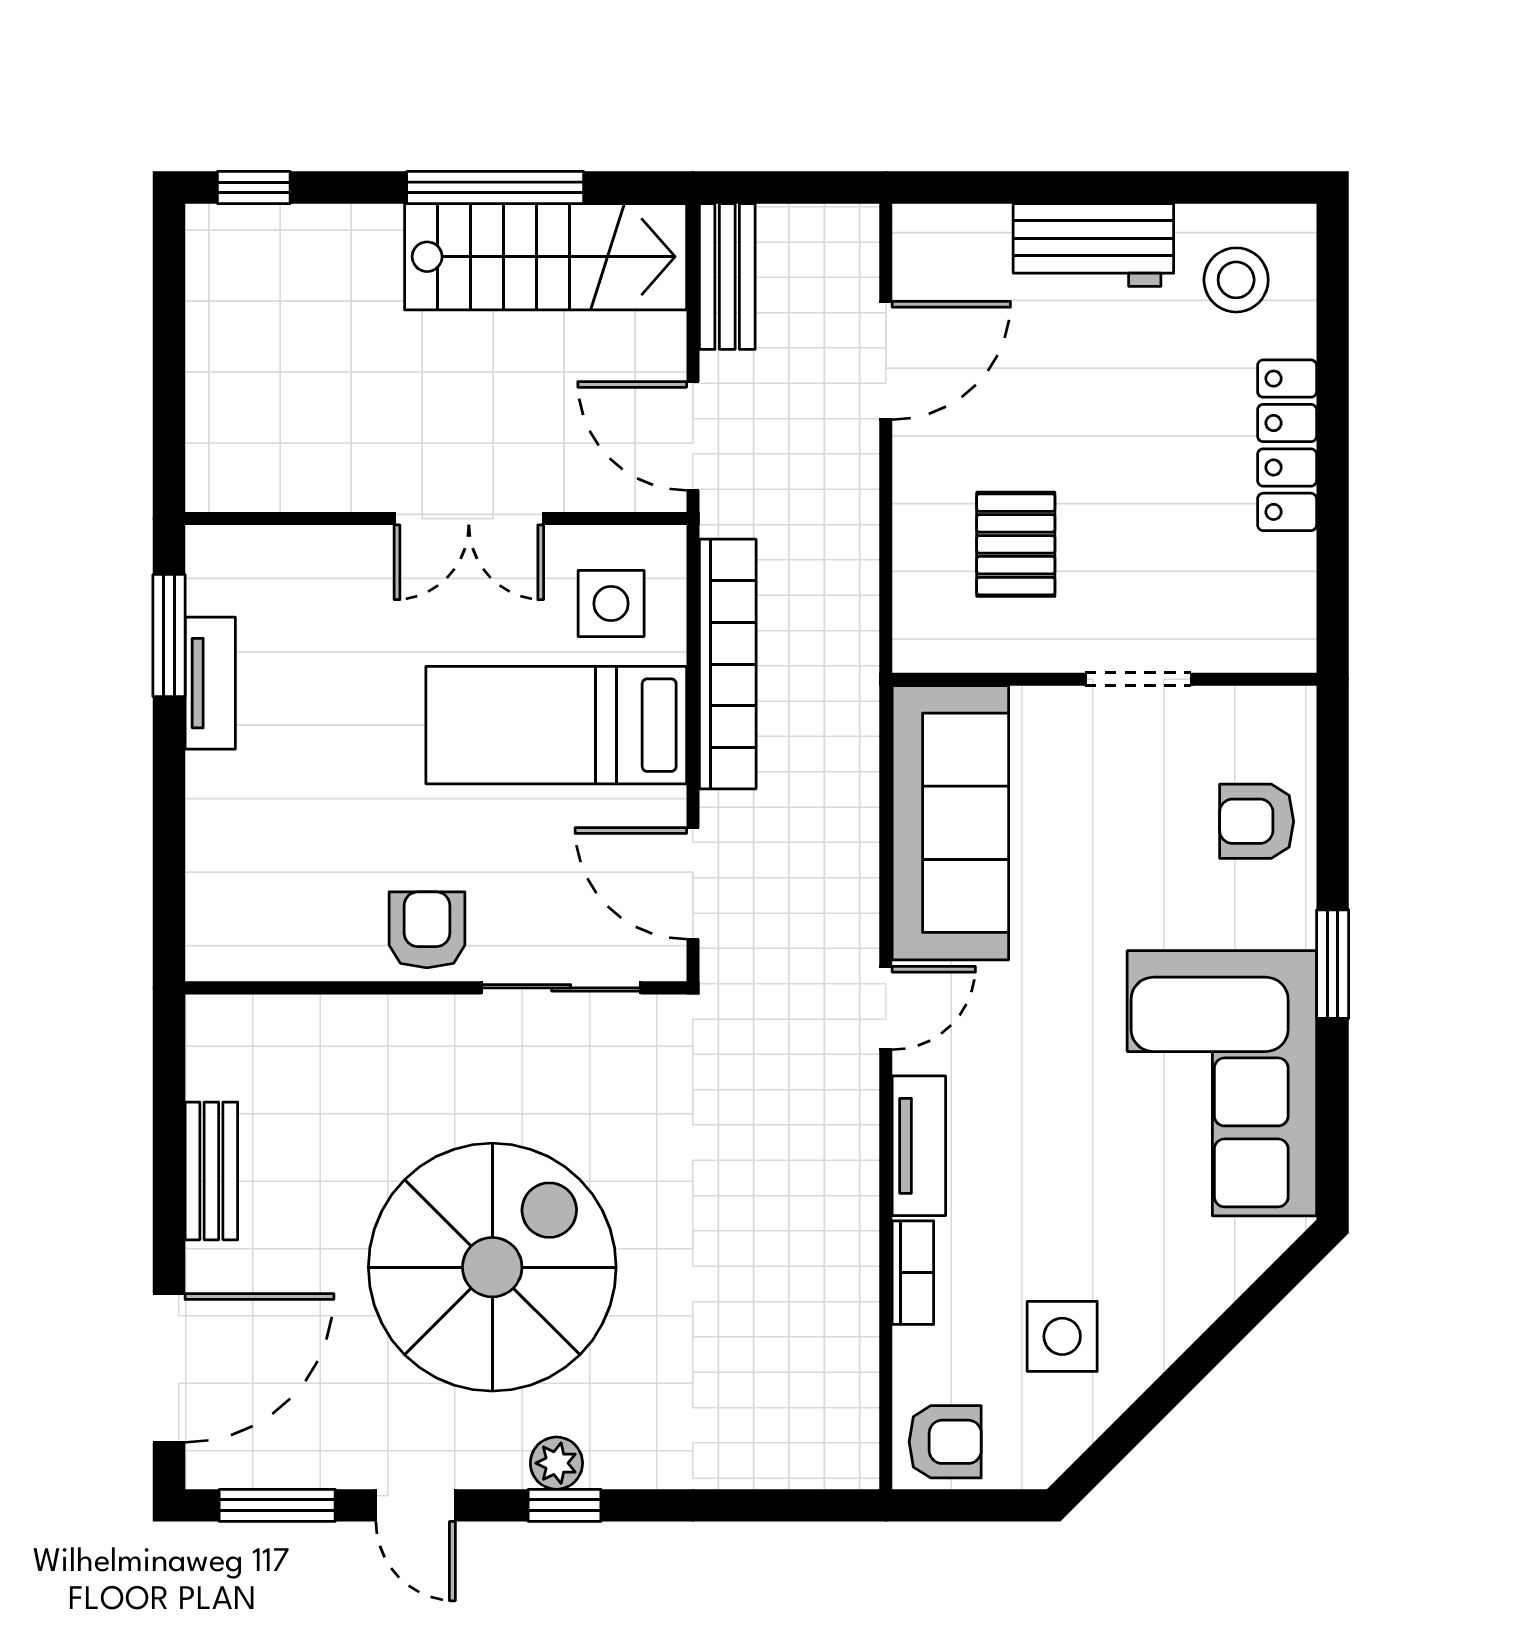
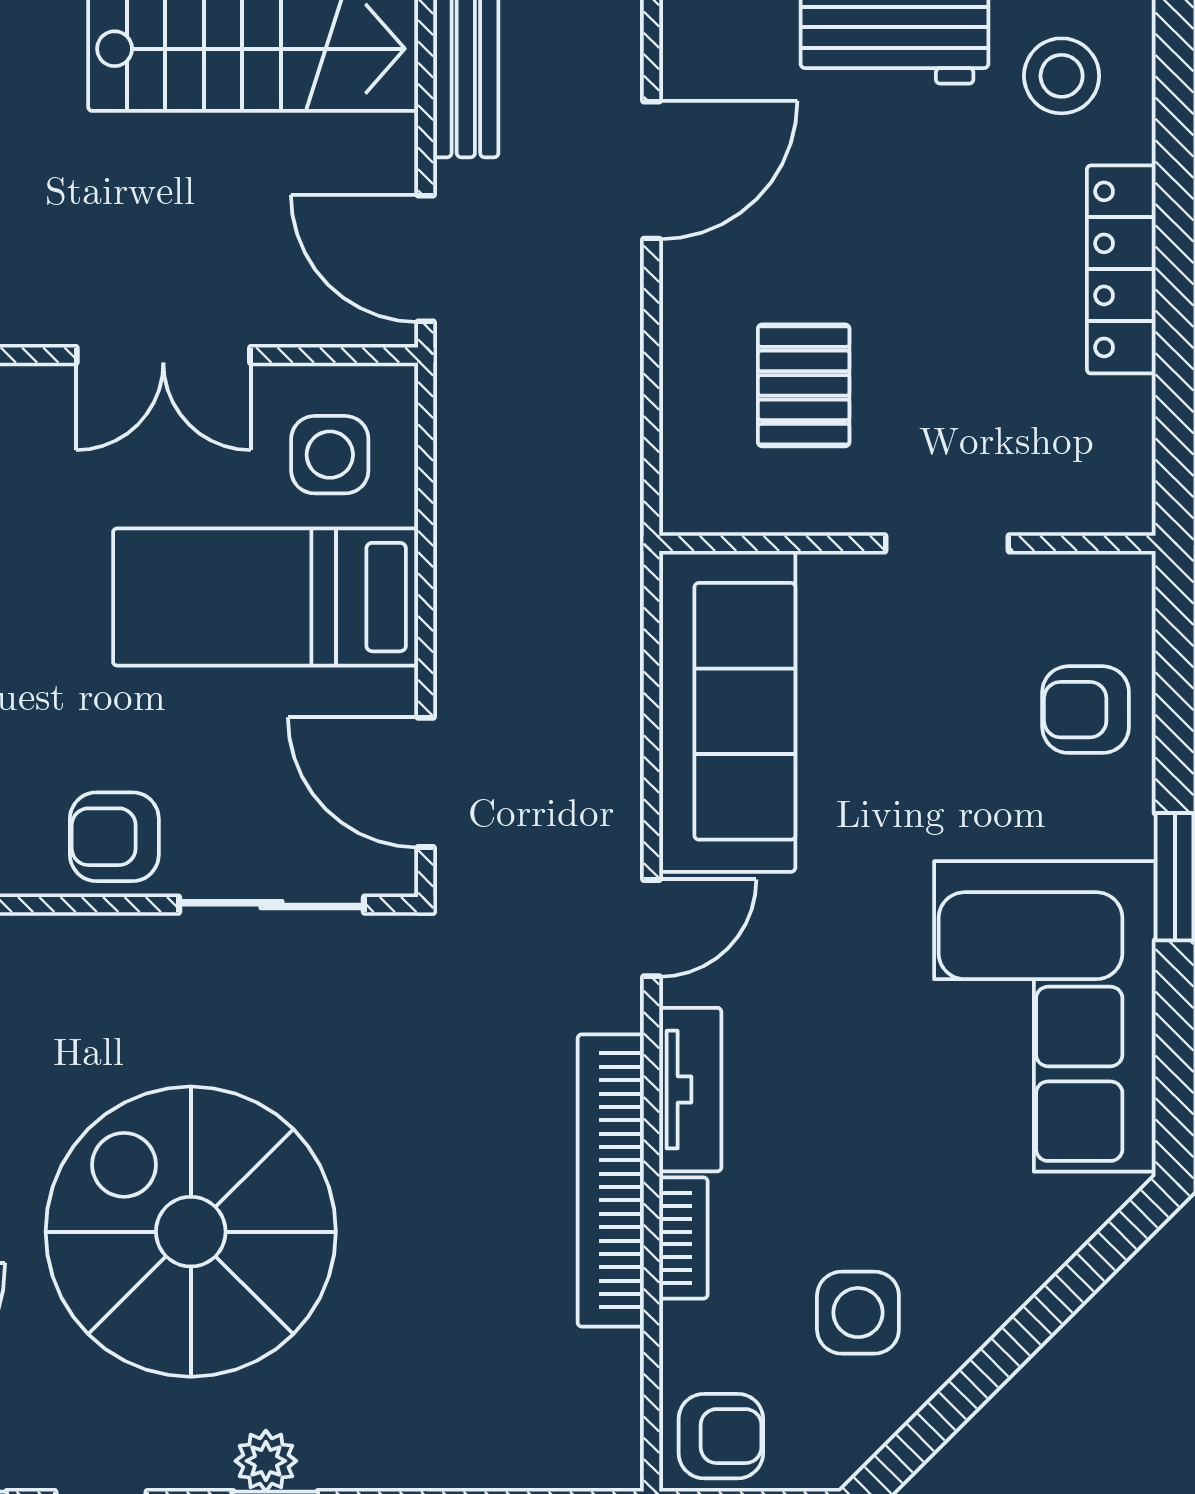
bookcase: (728, 664) -> (611, 1180), moved, turned 180
armchair: (427, 930) -> (114, 837), turned -90
spiral stairs: (492, 1267) -> (191, 1232), turned -90

